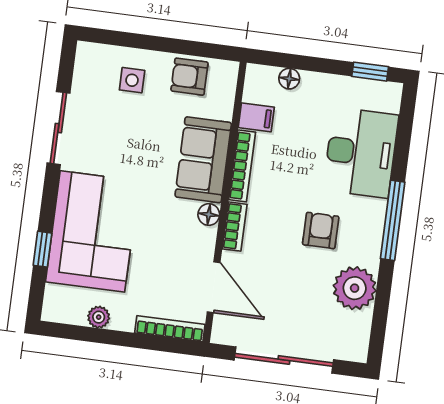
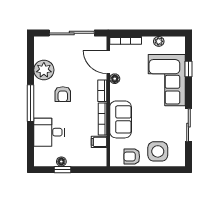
window: (370, 72) -> (62, 170), moved
armchair: (189, 77) -> (132, 157), turned 180
floor lamp: (289, 79) -> (61, 162), moved
side table: (132, 80) -> (158, 151), width x1.87, depth x1.87
desk: (361, 153) -> (49, 132), width x0.73
floor lamp: (209, 215) -> (115, 79), moved

